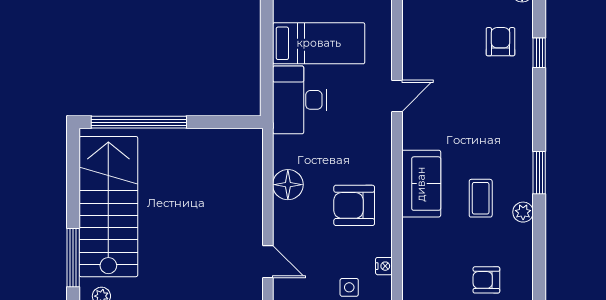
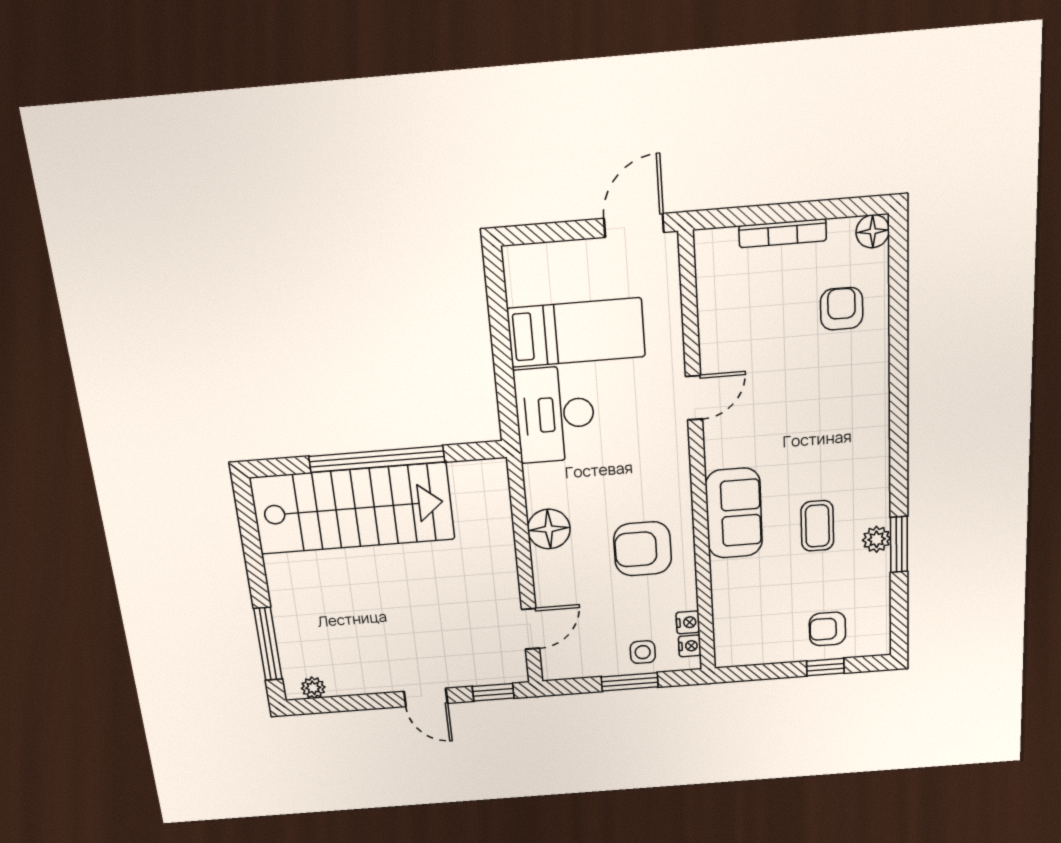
window: (539, 53) -> (898, 320), removed
window: (139, 122) -> (377, 459), moved
window: (539, 173) -> (899, 544), moved
stairs: (108, 207) -> (353, 509), moved, turned 90
door: (268, 262) -> (531, 629), hinge flipped
nightstand: (384, 285) -> (690, 646), added

